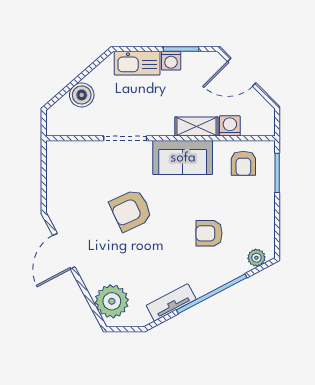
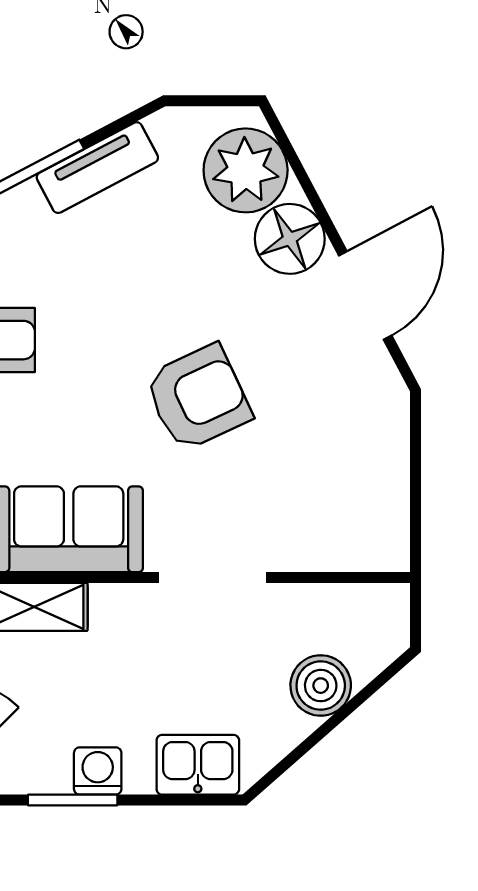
kitchen sink: (137, 63) -> (198, 765), width x0.73
floor lamp: (94, 274) -> (290, 239), added

